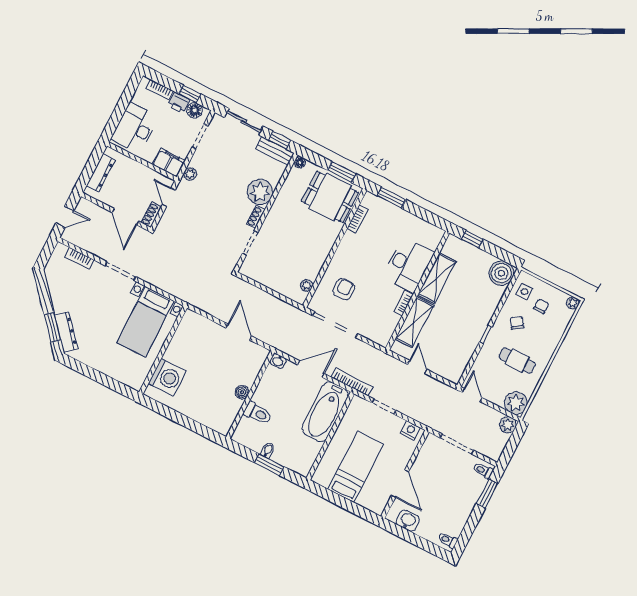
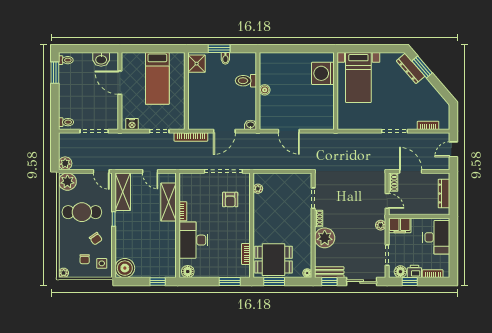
floor lamp: (433, 233) -> (188, 272), added
shelving: (437, 278) -> (123, 192), moved
bed with nightstands: (145, 322) -> (358, 78), moved, turned 180
cafe table: (517, 360) -> (82, 212), width x1.37, depth x1.35
bathtub: (325, 412) -> (199, 106), removed
shower: (303, 461) -> (197, 64), added
window: (487, 494) -> (55, 73), moved

